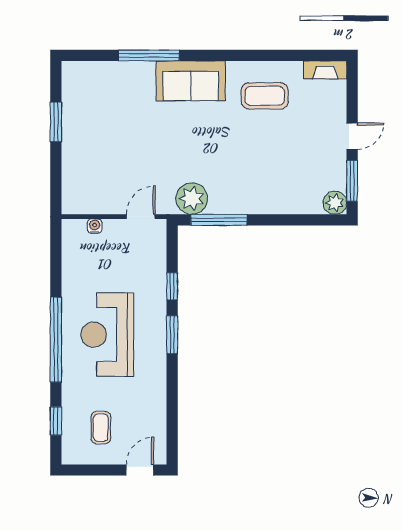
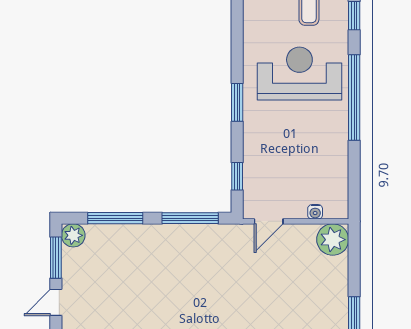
plant: (192, 199) -> (333, 240), moved
window: (293, 220) -> (115, 218), added
window: (172, 286) -> (237, 176), moved
reception desk: (107, 335) -> (299, 74), moved, turned -90

